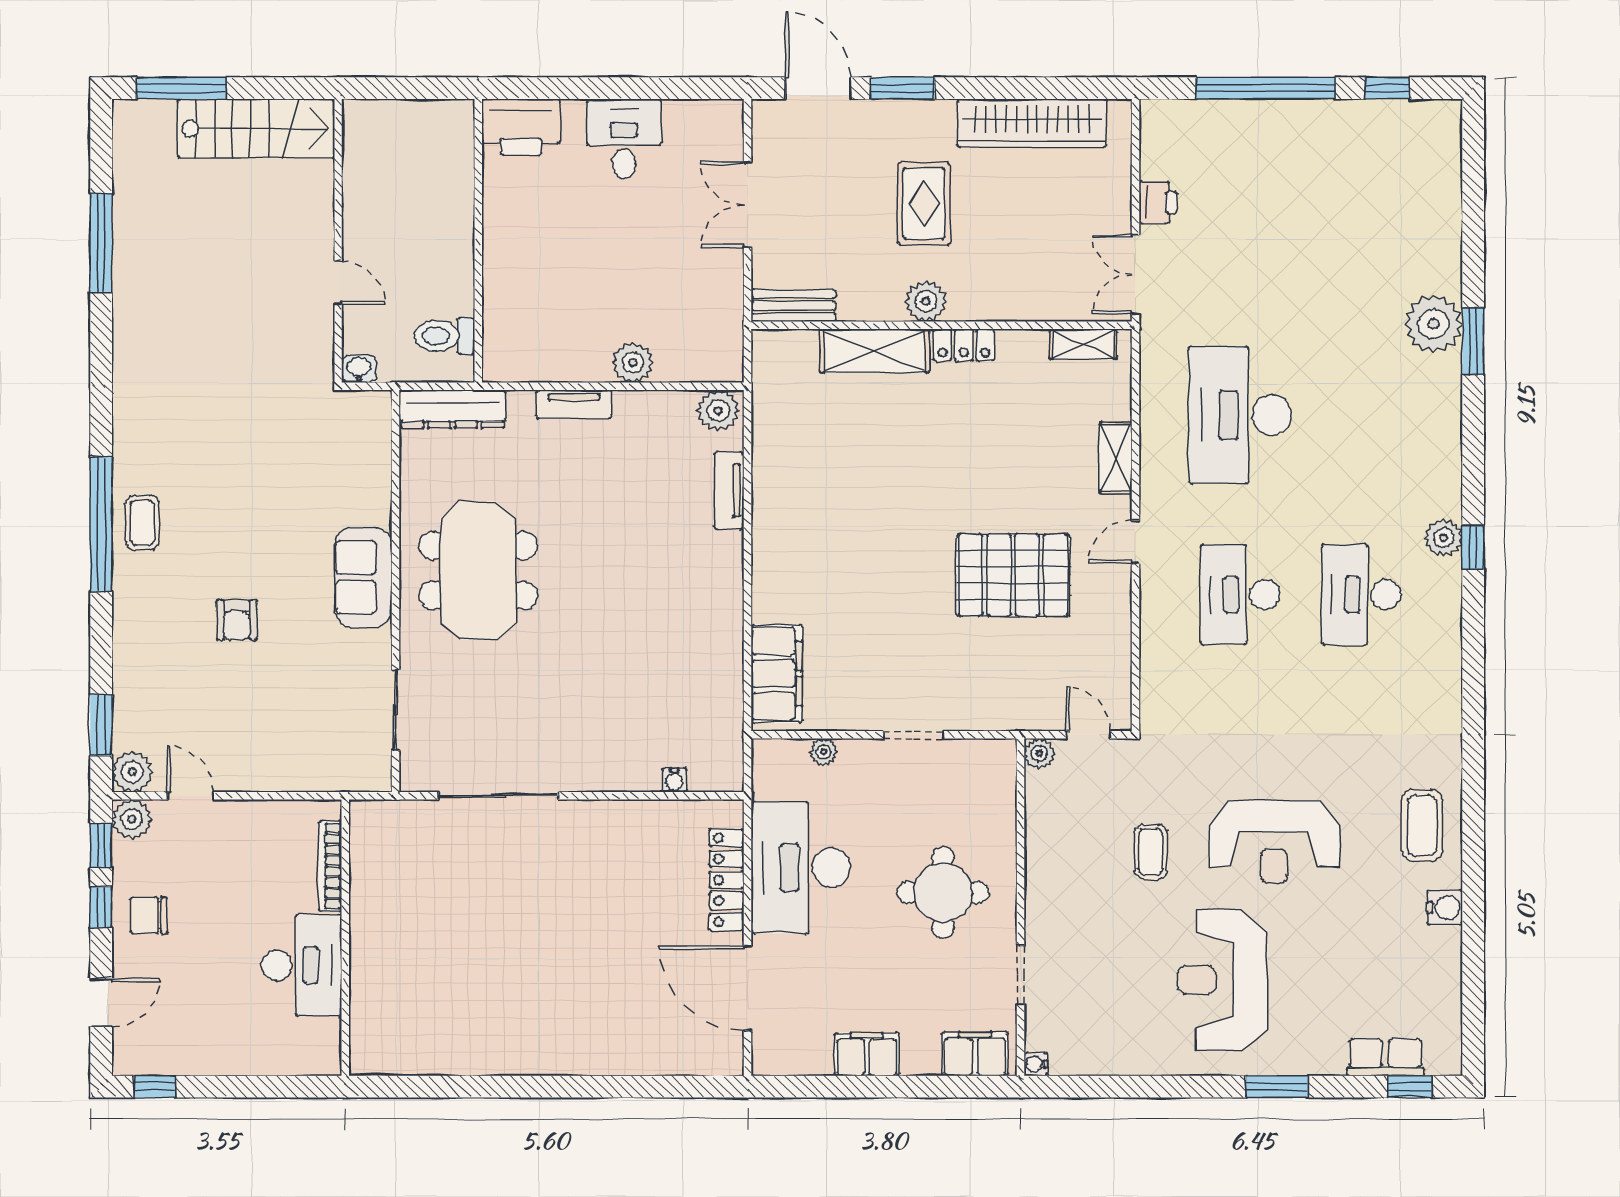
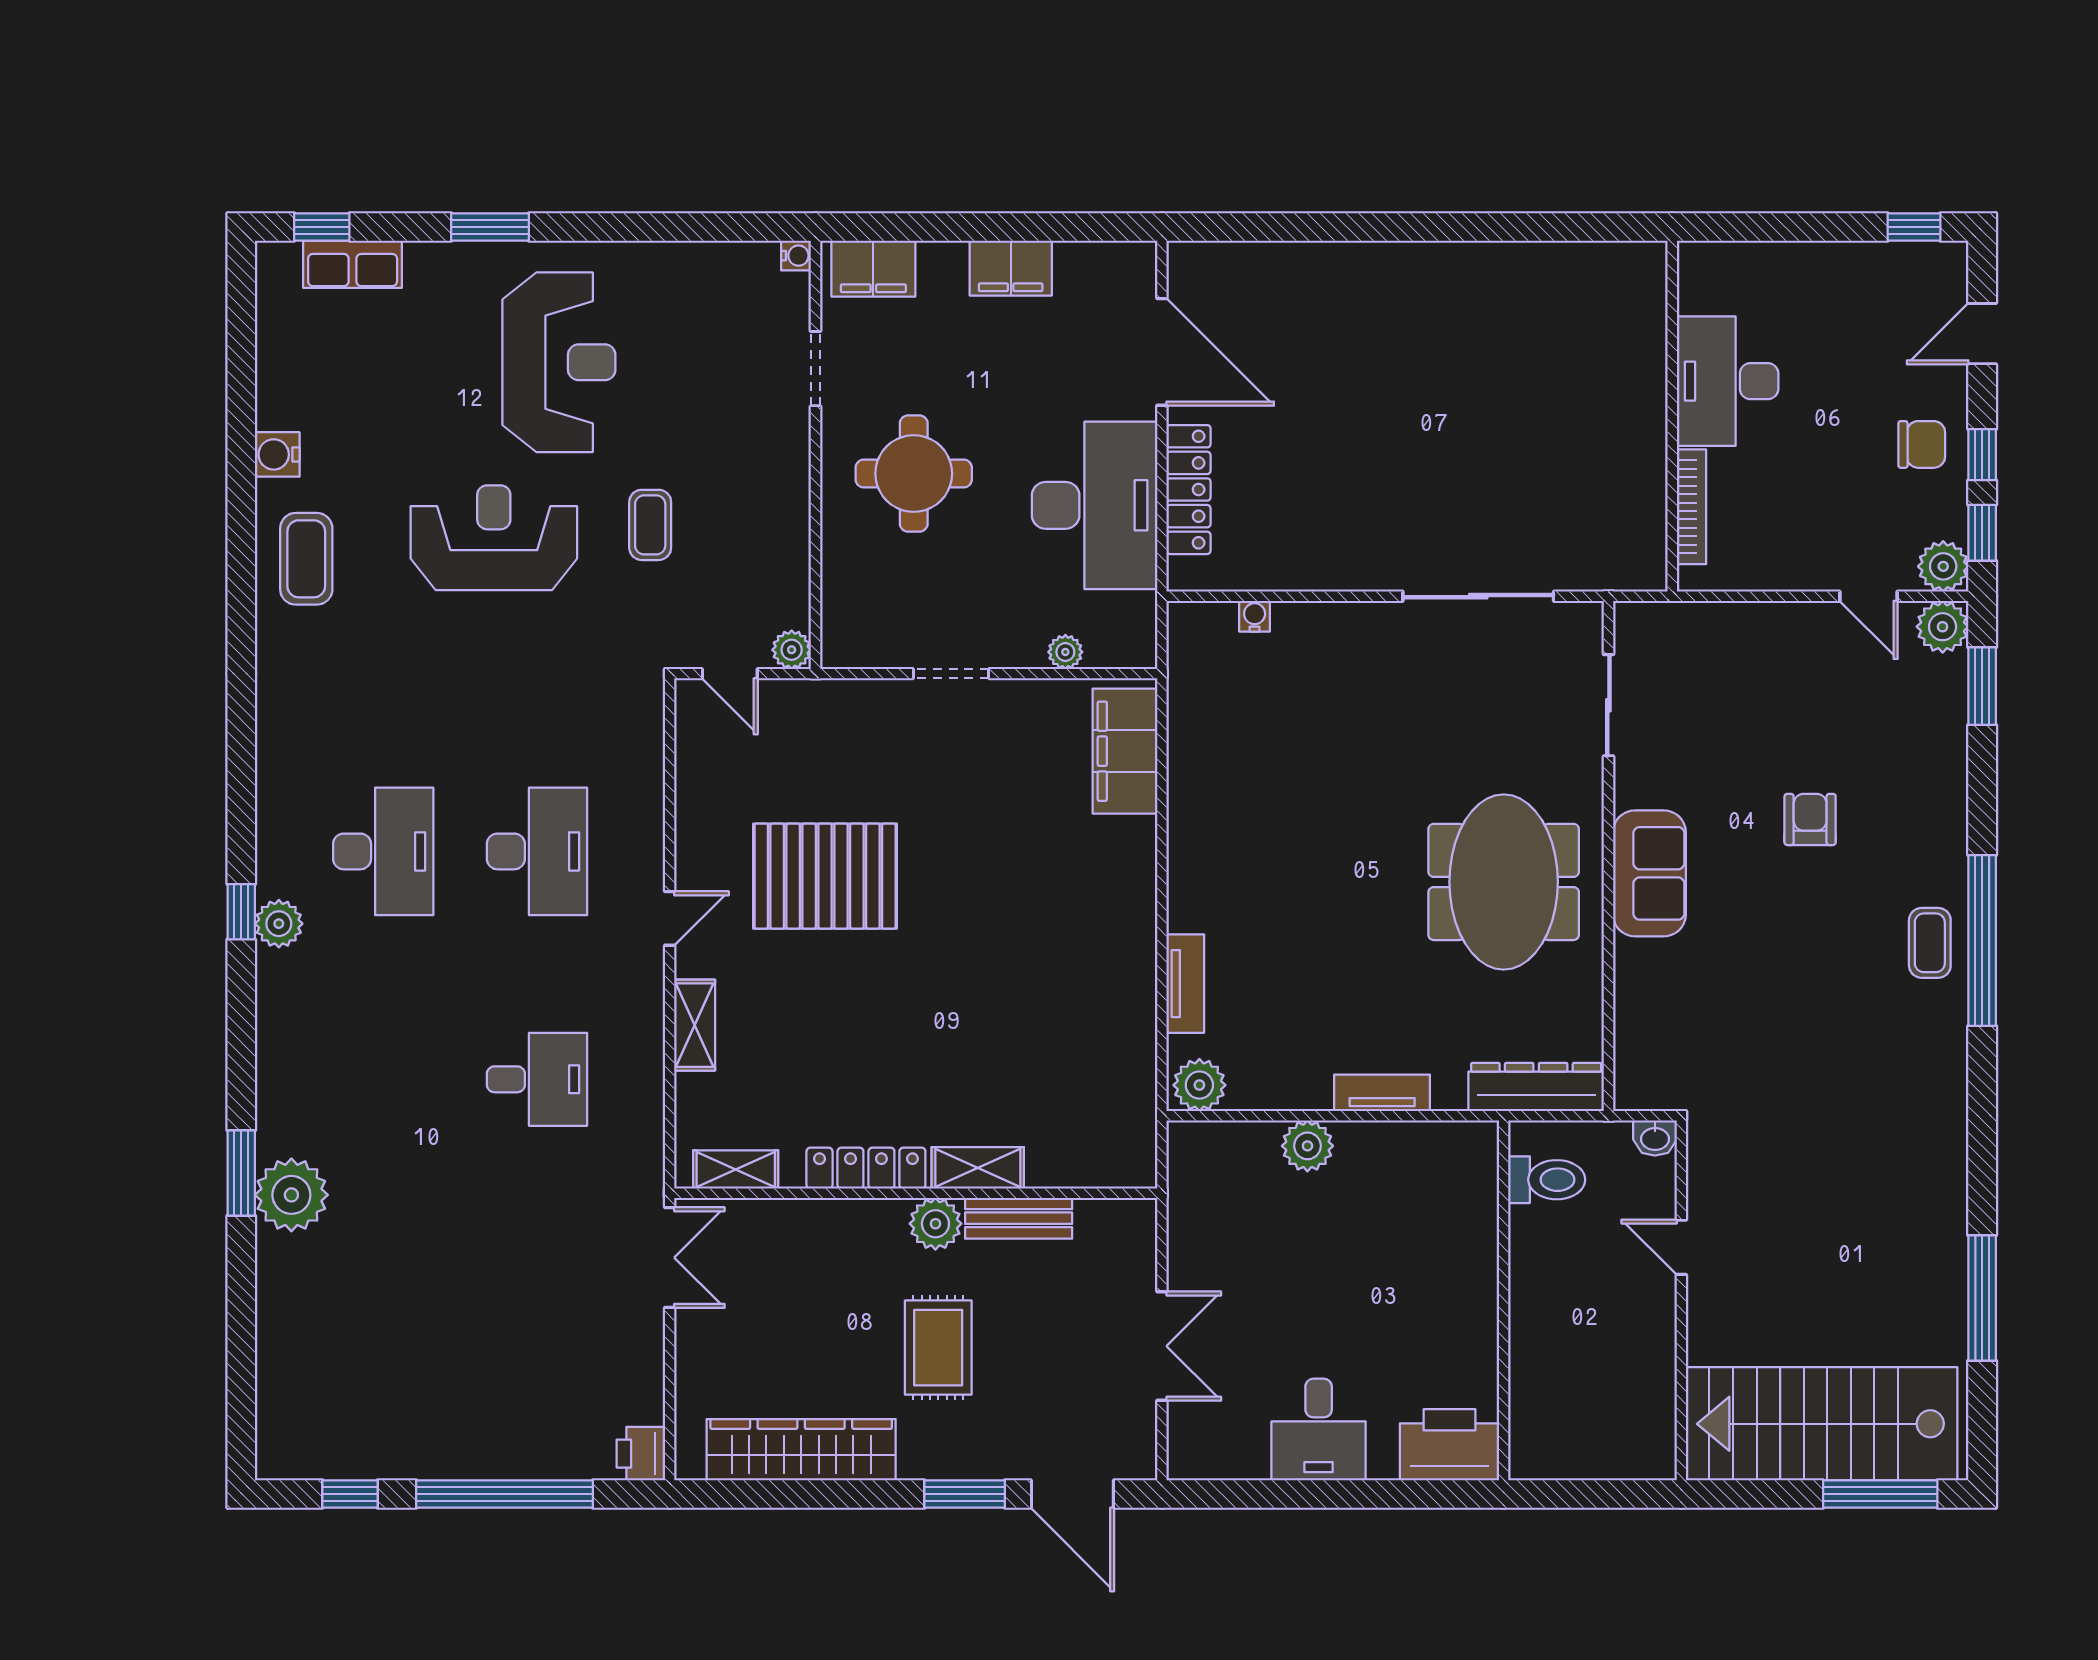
stairs: (256, 129) -> (1822, 1424), width x1.36, depth x1.51
printer: (1158, 202) -> (641, 1454), moved
bench: (793, 306) -> (1019, 1218), moved
locker: (964, 345) -> (866, 1168), width x1.53
shelving: (874, 351) -> (978, 1168), width x0.67, depth x0.75
desk: (1240, 415) -> (537, 1079), width x0.53, depth x0.77

